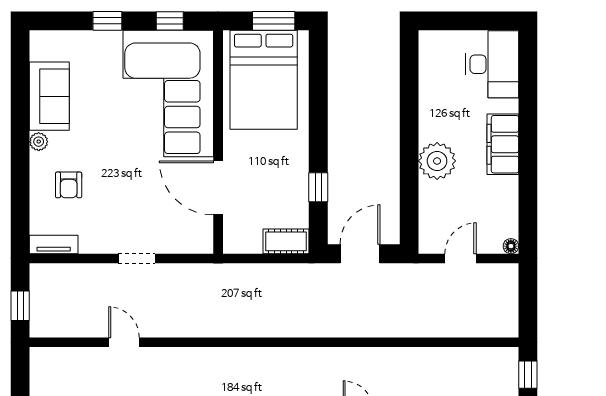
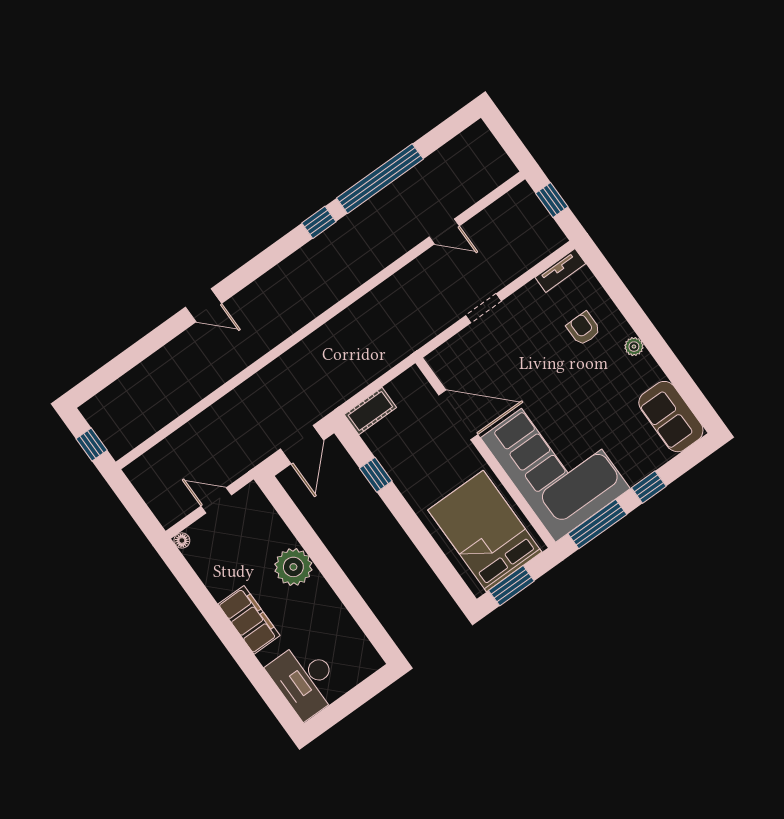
window: (170, 21) -> (597, 524), width x2.17
sofa: (49, 96) -> (671, 417), moved
door: (461, 258) -> (216, 500), swing flipped

